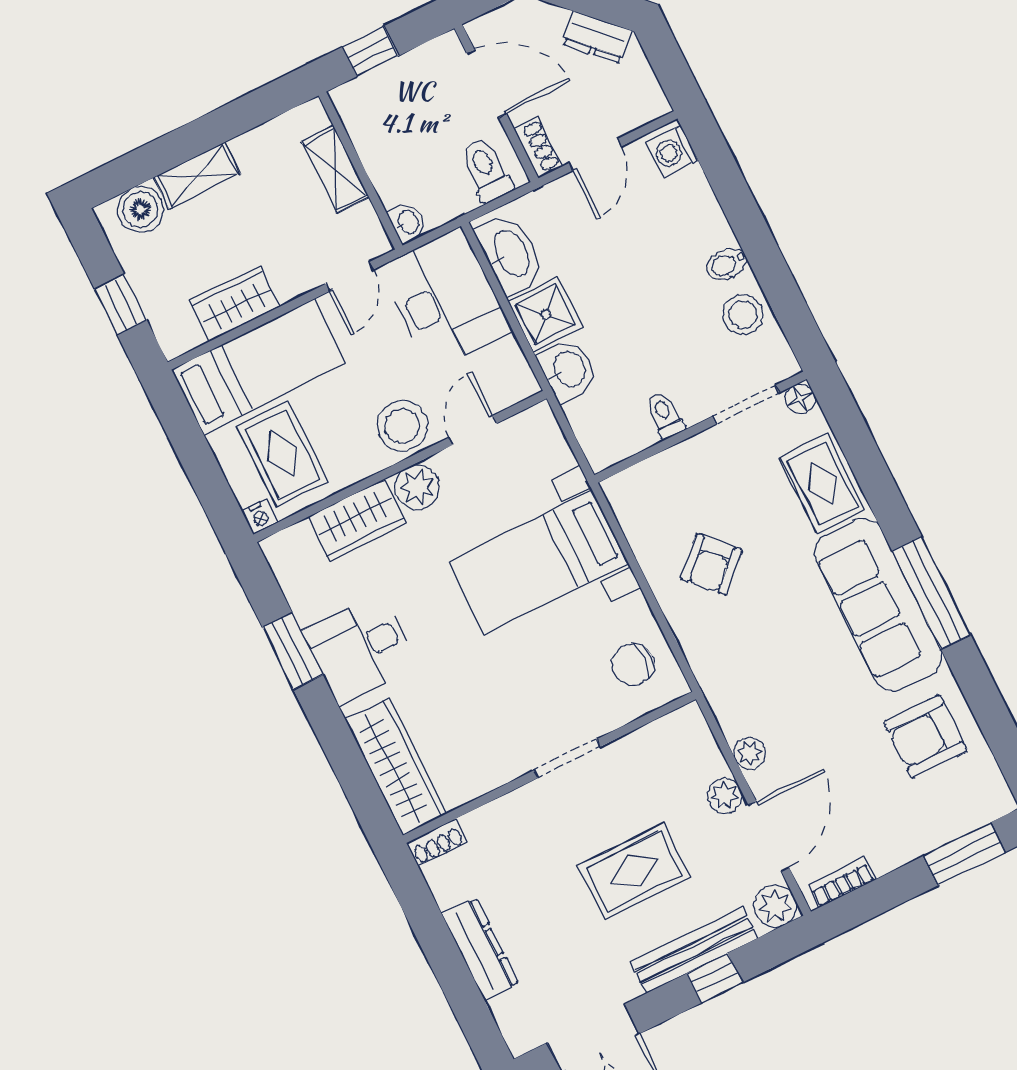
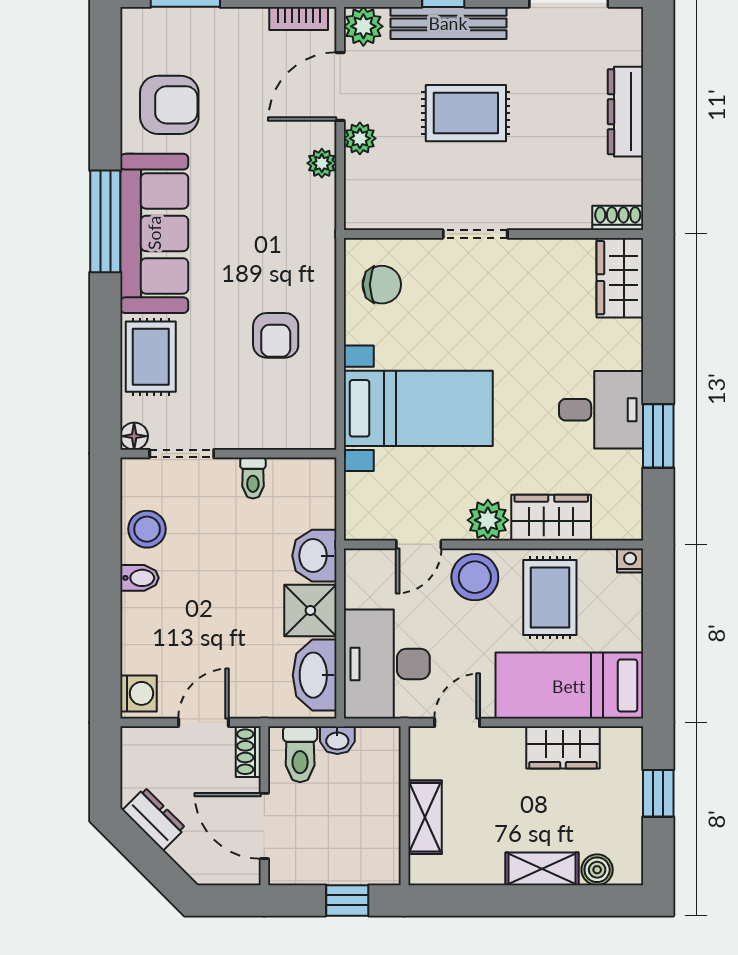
boiler: (140, 209) -> (597, 870), width x0.73, depth x0.73
washbasin: (408, 222) -> (337, 740), moved, turned -90
rug: (282, 454) -> (550, 597), moved
armchair: (712, 564) -> (276, 335), turned 134
wardrobe: (396, 766) -> (620, 278), width x0.67

